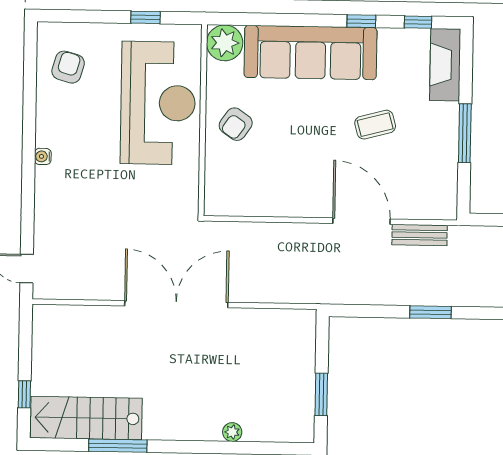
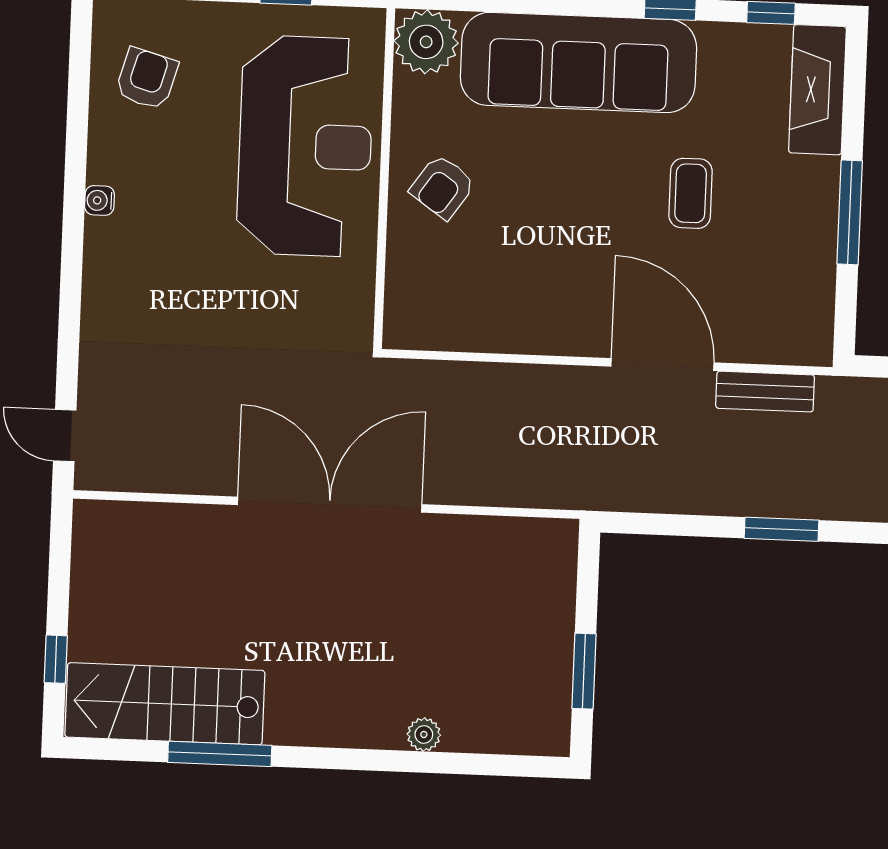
coffee table: (375, 125) -> (691, 193), turned -75
water cooler: (43, 156) -> (99, 200), moved

